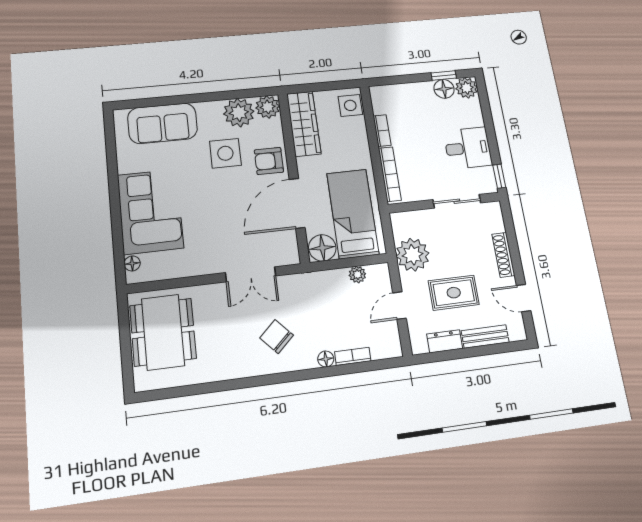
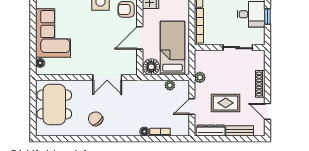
window: (499, 176) -> (267, 16), moved
door: (297, 203) -> (140, 38), width x0.73
plant: (413, 255) -> (200, 77), width x0.53, depth x0.53
chair: (277, 337) -> (96, 119), moved
dresser: (445, 341) -> (211, 131), width x1.44

